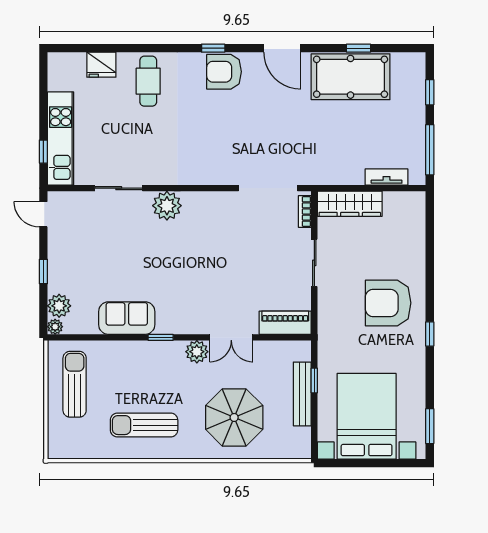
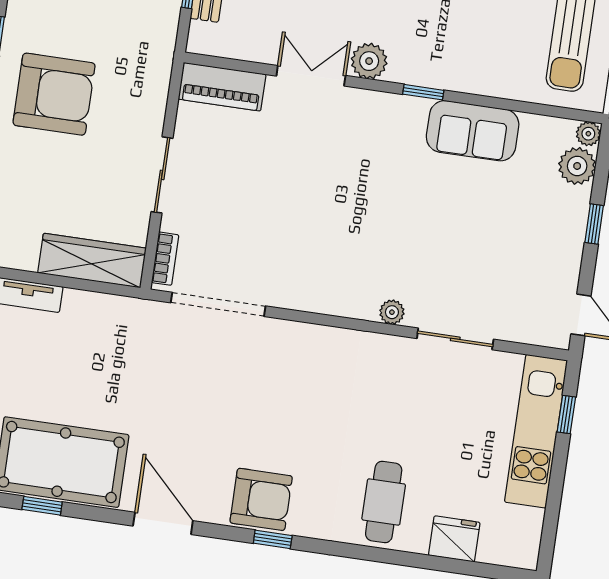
plant: (167, 206) -> (392, 312), width x0.53, depth x0.53

